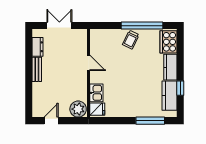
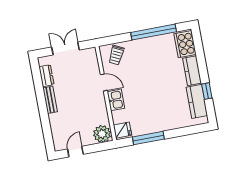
trolley: (131, 40) -> (116, 55), moved
kitchen sink: (96, 93) -> (116, 100), moved
window: (150, 121) -> (148, 138), moved

